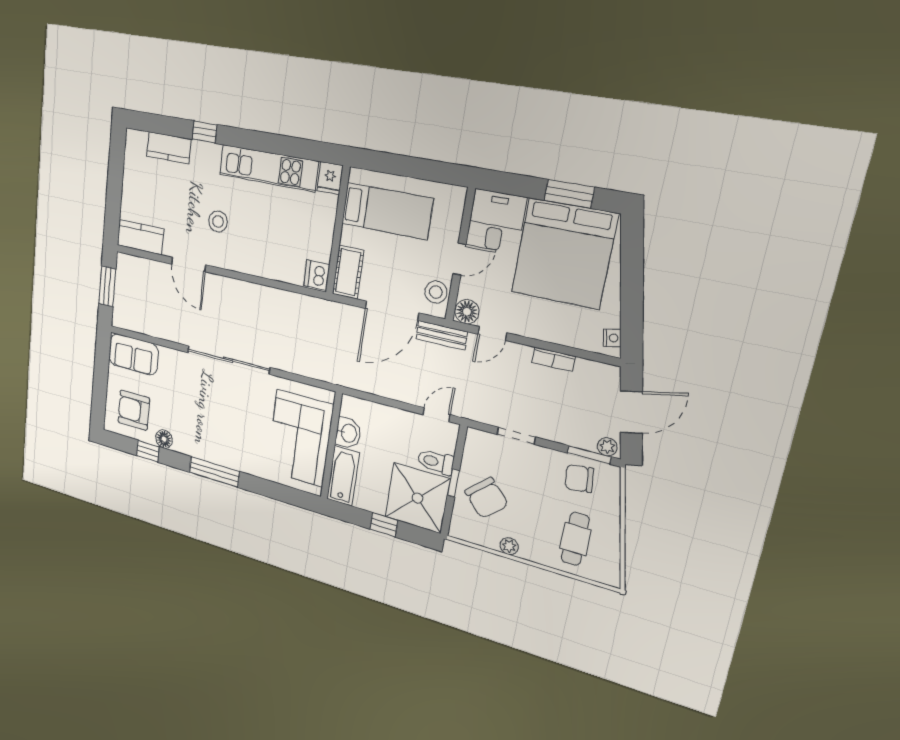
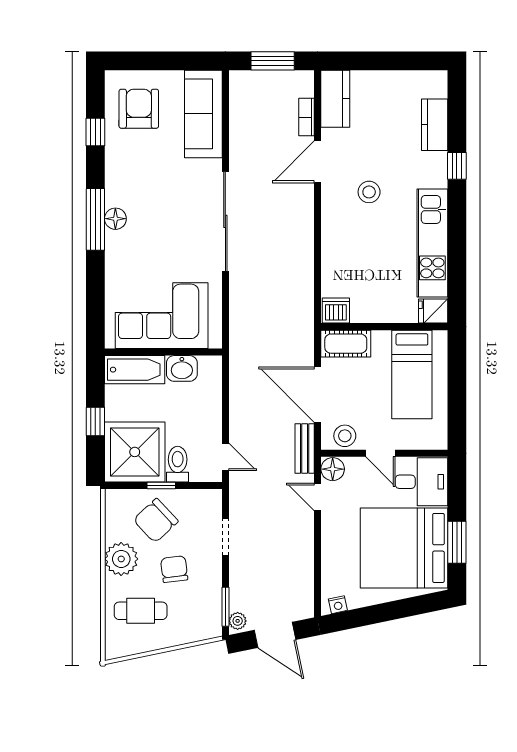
sofa: (133, 354) -> (203, 114), width x1.36
bookcase: (553, 359) -> (307, 117), moved
floor lamp: (164, 439) -> (115, 219), moved
chair: (579, 479) -> (174, 569), moved
plant: (509, 546) -> (121, 559), width x1.87, depth x1.87

